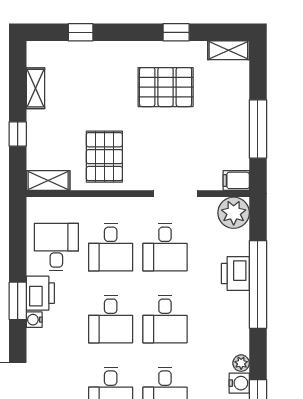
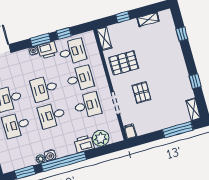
pallet: (166, 87) -> (141, 93), moved, width x0.67, depth x0.71
window: (258, 129) -> (178, 130), moved
plant: (234, 213) -> (101, 138), moved
desk: (111, 247) -> (80, 79), turned 180
desk: (165, 247) -> (87, 105), turned 180
window: (18, 254) -> (64, 33), added
window: (258, 284) -> (64, 162), moved
water cooler: (239, 383) -> (50, 155), moved

